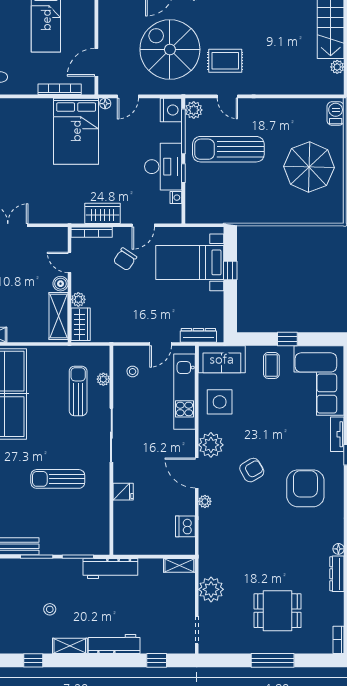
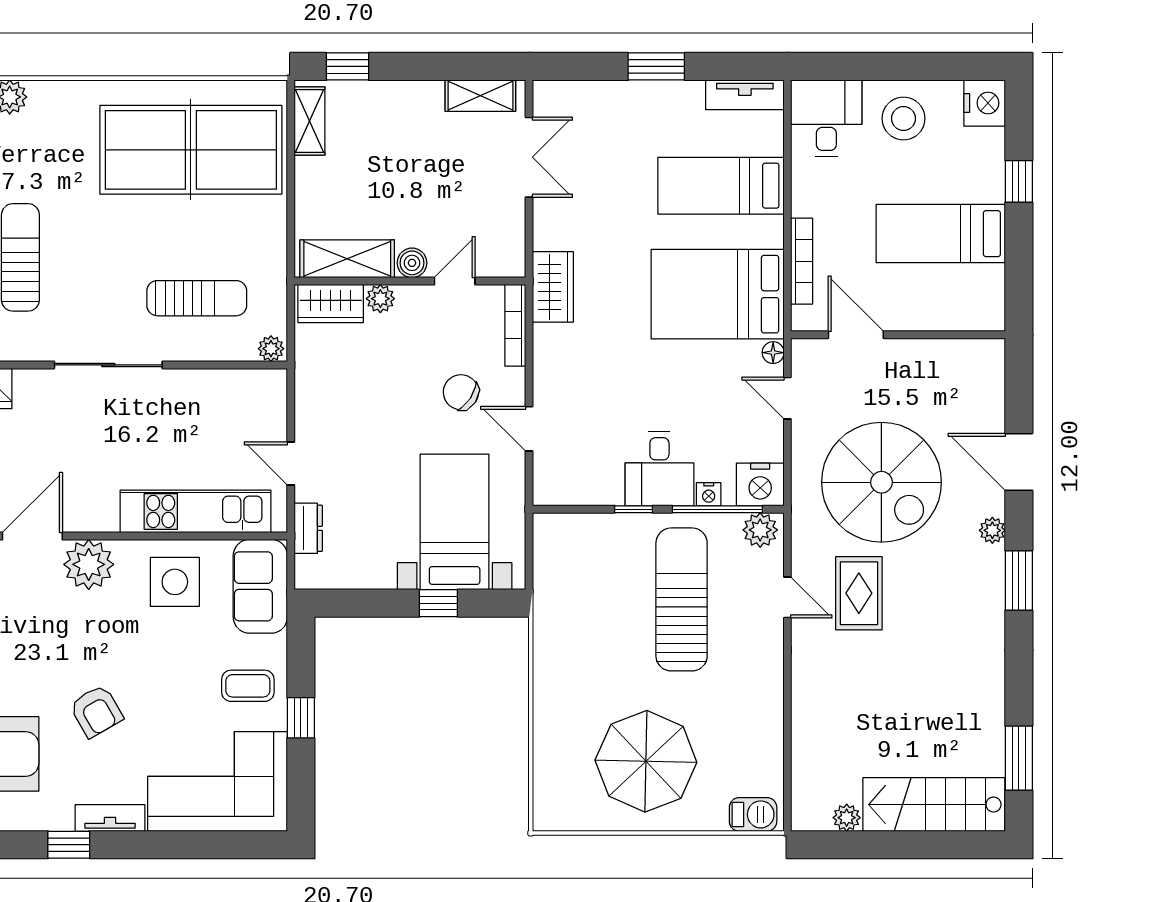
spiral stairs: (170, 49) -> (881, 482), turned 90
door: (227, 96) -> (787, 597), swing flipped
bed: (22, 130) -> (721, 186), added
desk: (163, 167) -> (659, 469), width x0.73
nightstand: (176, 198) -> (709, 494), moved
wardrobe: (103, 213) -> (553, 287), moved
dresser: (198, 335) -> (308, 528), width x0.70
stool: (133, 372) -> (236, 407), removed
plant: (103, 379) -> (271, 349), moved
armchair: (252, 470) -> (96, 711), moved

